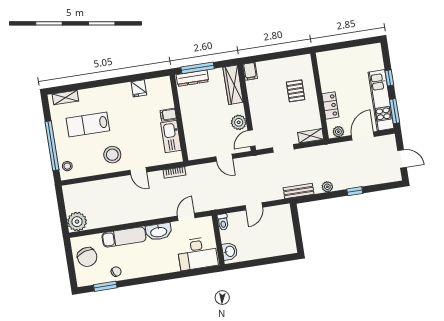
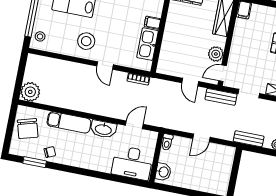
bench: (258, 161) -> (221, 97), added

